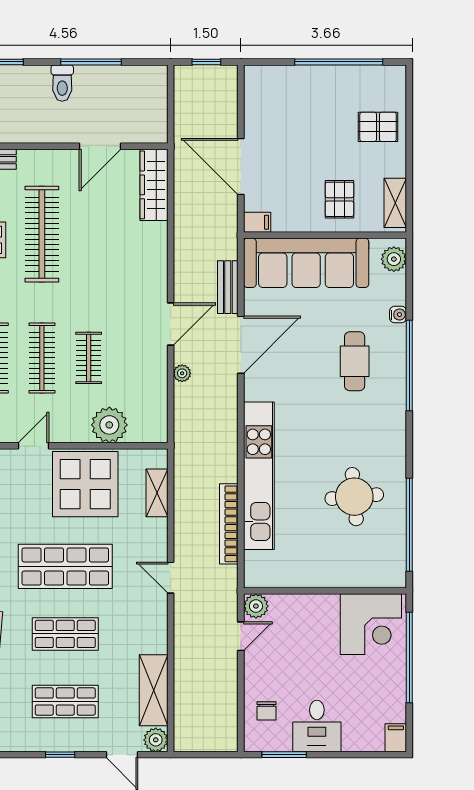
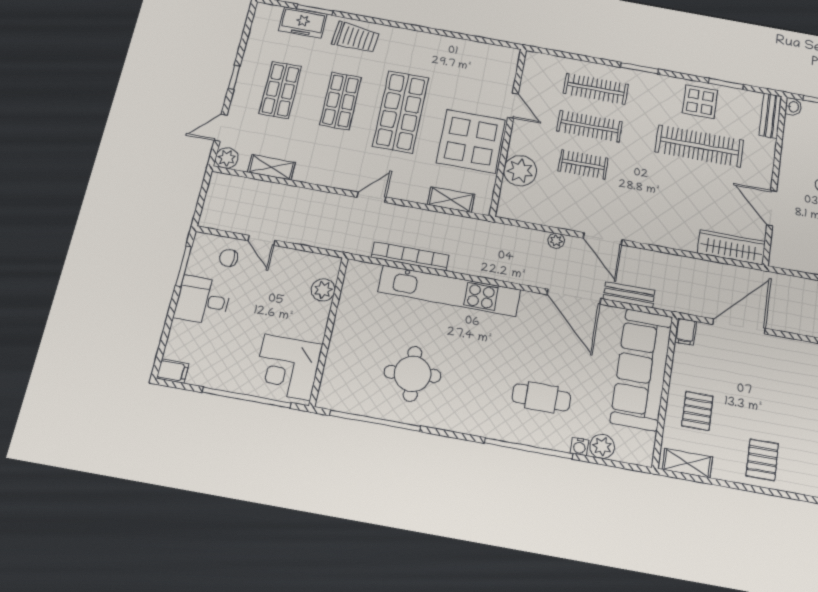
pallet: (339, 199) -> (697, 411), turned 90
plant: (394, 259) -> (602, 446), moved
plant: (256, 606) -> (323, 290), moved
door: (241, 636) -> (262, 240), moved
shelving: (154, 690) -> (271, 167), width x0.67, depth x0.75

